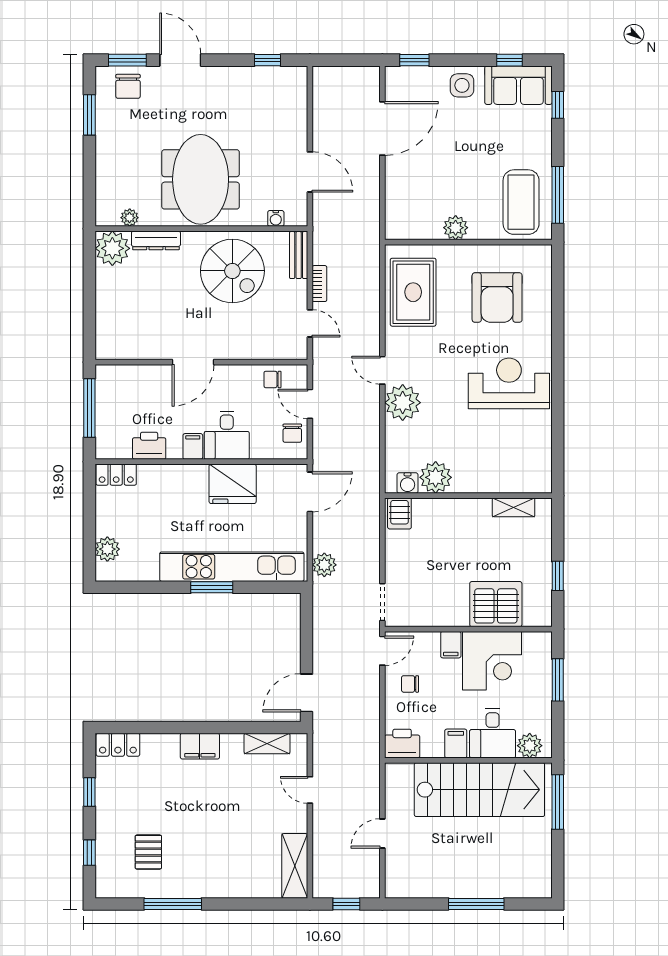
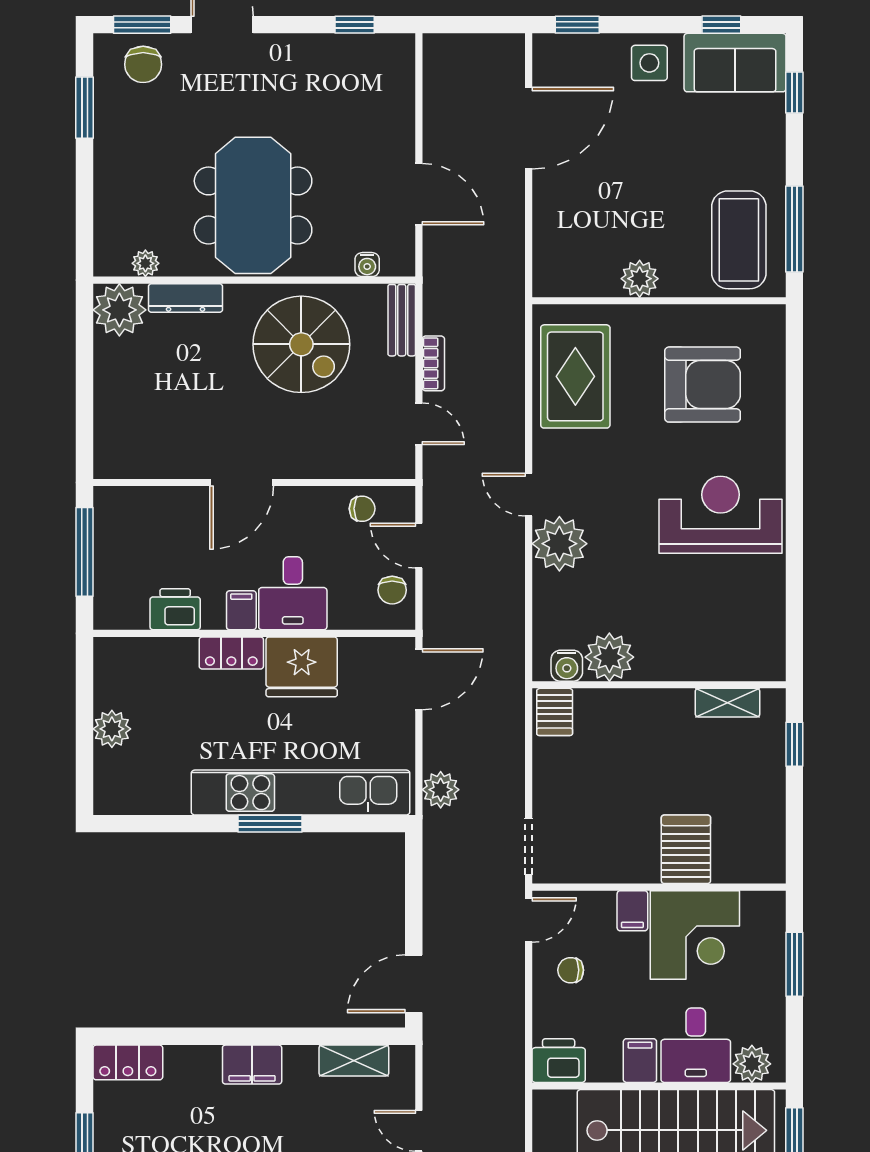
armchair: (497, 298) -> (703, 385), turned -90
chair: (272, 379) -> (362, 509), turned 180
locker: (116, 475) -> (231, 653), moved
plant: (107, 549) -> (112, 729), moved
window: (558, 576) -> (794, 744), moved
server rack: (496, 604) -> (686, 849), width x0.62

